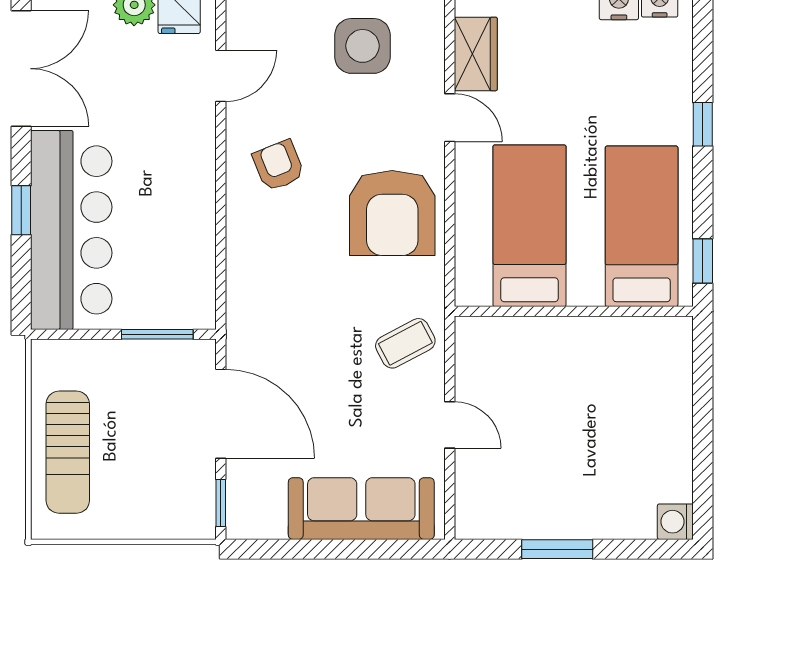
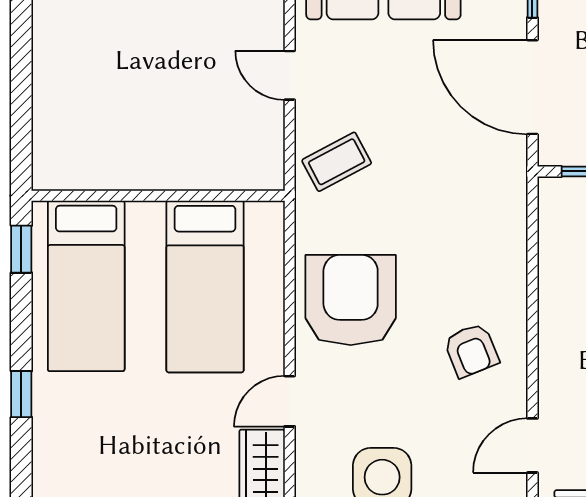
door: (450, 118) -> (290, 401), hinge flipped

